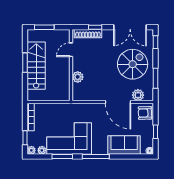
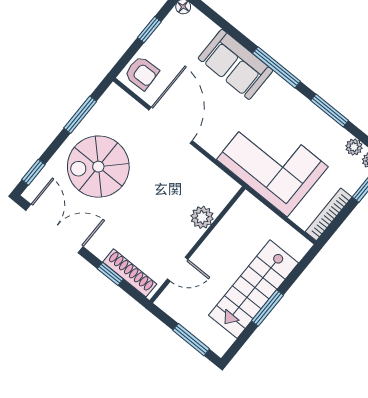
plant: (138, 95) -> (130, 110), removed
corner sofa: (69, 139) -> (272, 163), moved, turned 180
sofa: (124, 145) -> (235, 64), moved

